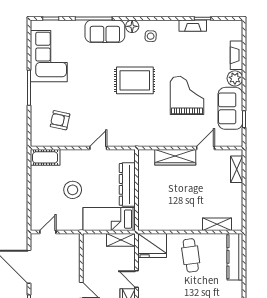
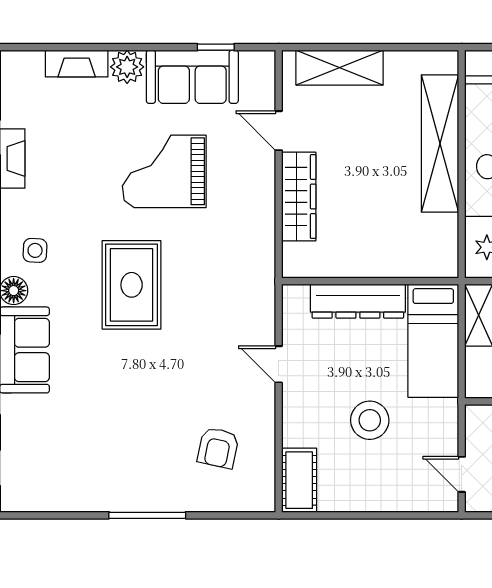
corner sofa: (49, 56) -> (79, 472), removed
shelving: (237, 169) -> (340, 68), width x1.50, depth x1.33
shelving: (217, 224) -> (440, 143), width x2.20, depth x1.33

